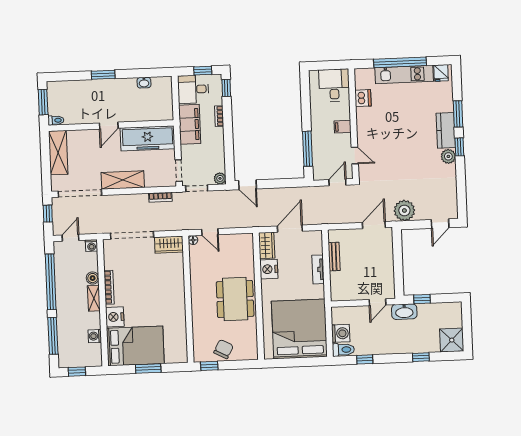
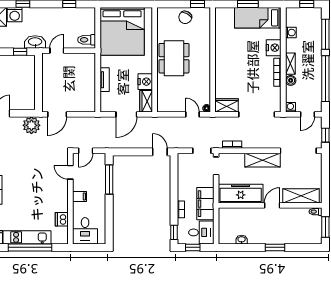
shelving: (58, 153) -> (301, 196), moved, turned 90
plant: (220, 178) -> (182, 158), removed
bench: (334, 257) -> (91, 90), removed
washing machine: (341, 333) -> (15, 15), moved, turned -90
bed: (135, 346) -> (258, 18), width x0.67
toilet: (343, 350) -> (87, 40), moved

